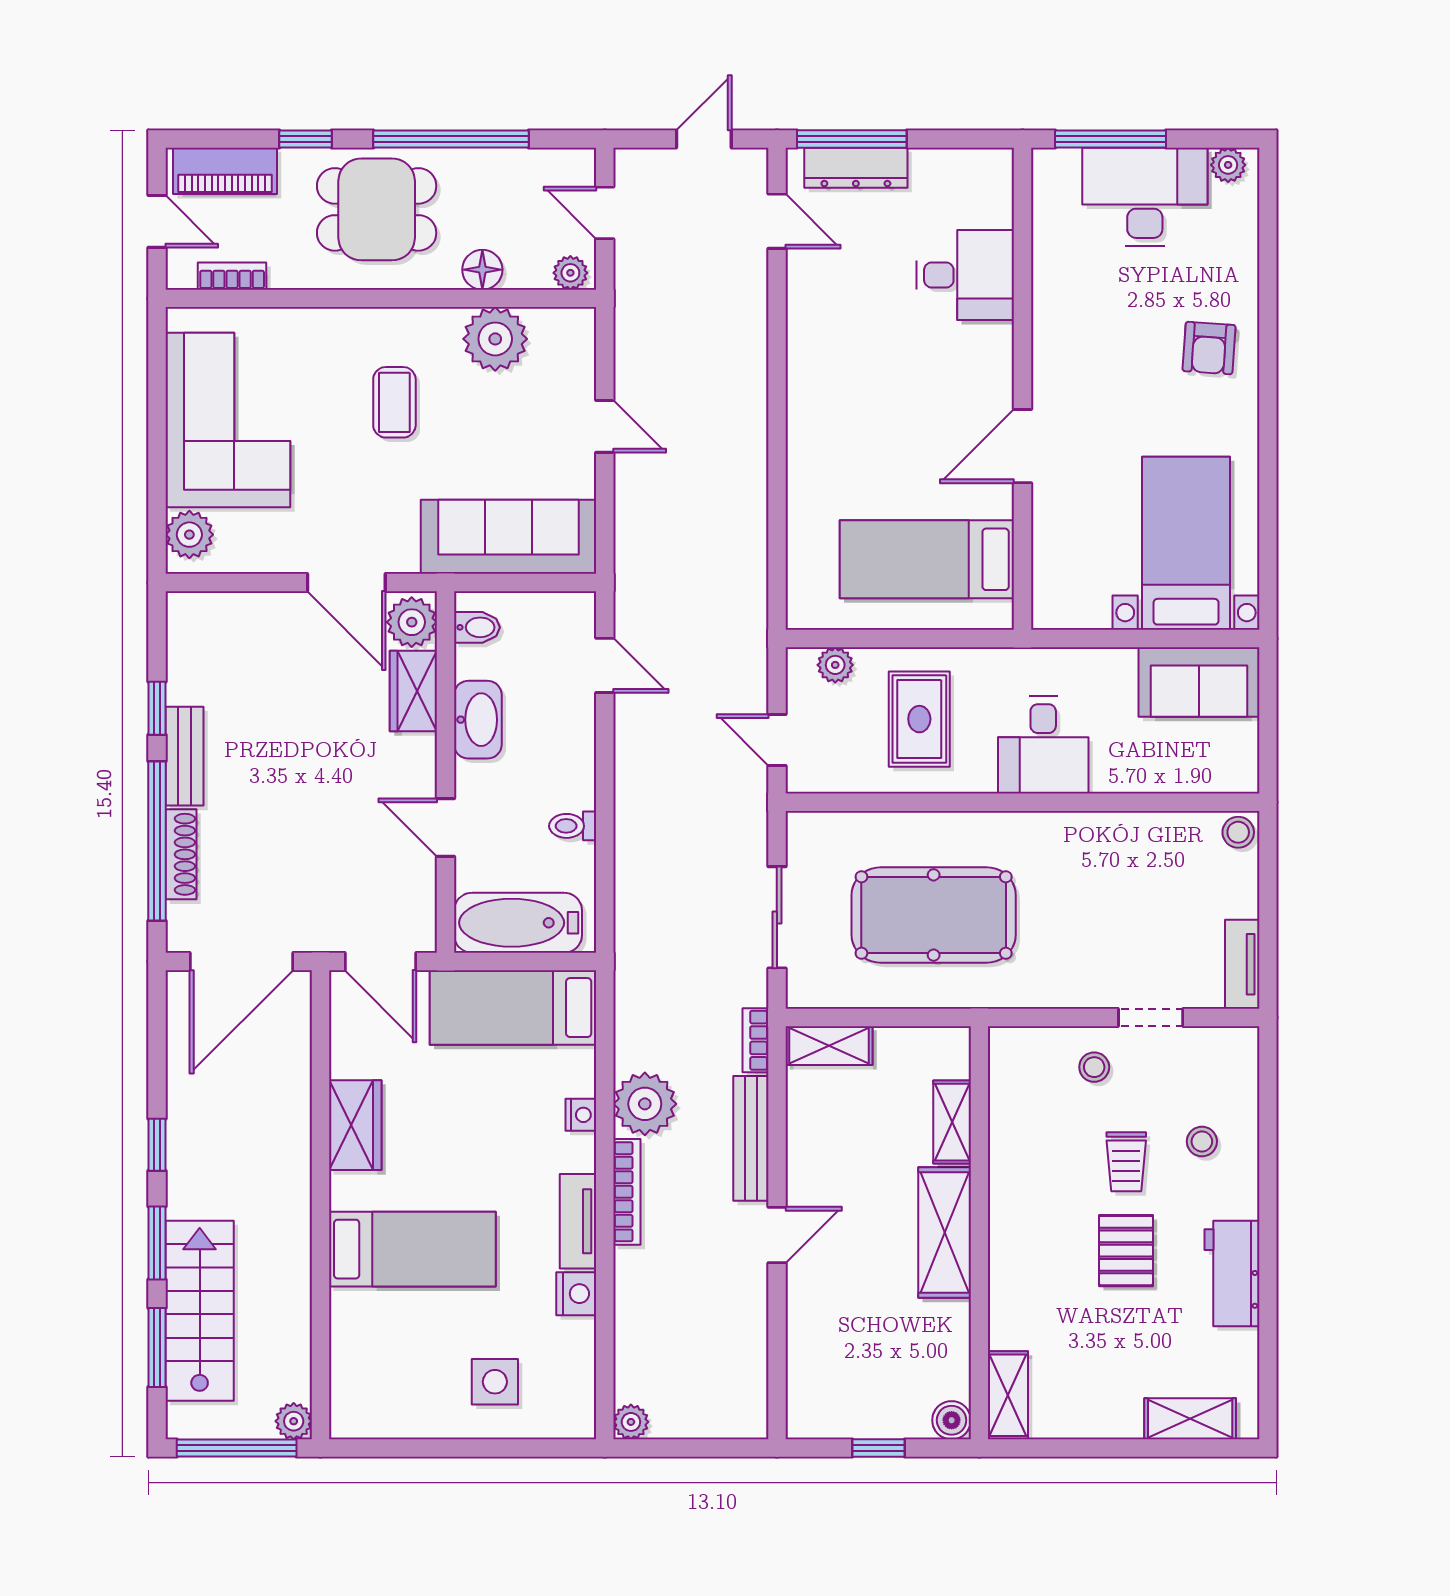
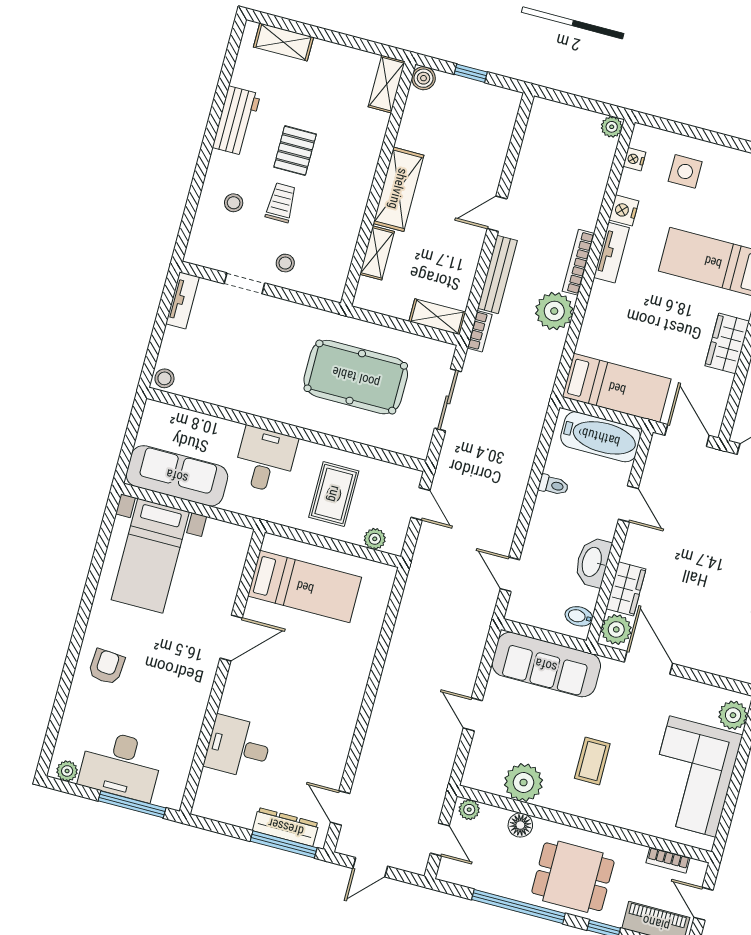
sofa: (1199, 682) -> (177, 476), width x1.36
nightstand: (581, 1115) -> (634, 159), moved

